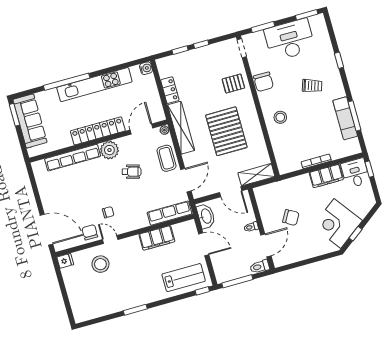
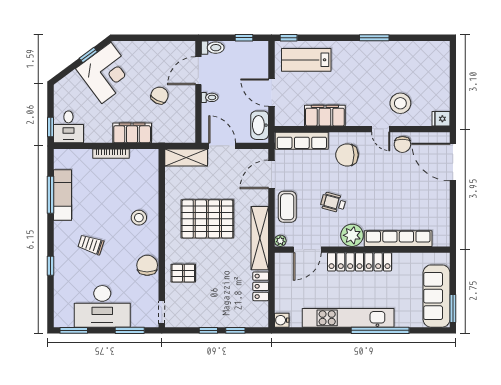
pallet: (226, 131) -> (207, 219), turned 90
filing cabinet: (326, 176) -> (132, 133), moved
chair: (108, 212) -> (347, 155), moved, width x1.87, depth x1.87
chair: (291, 217) -> (159, 96), turned 86
window: (237, 281) -> (244, 38), width x0.46

